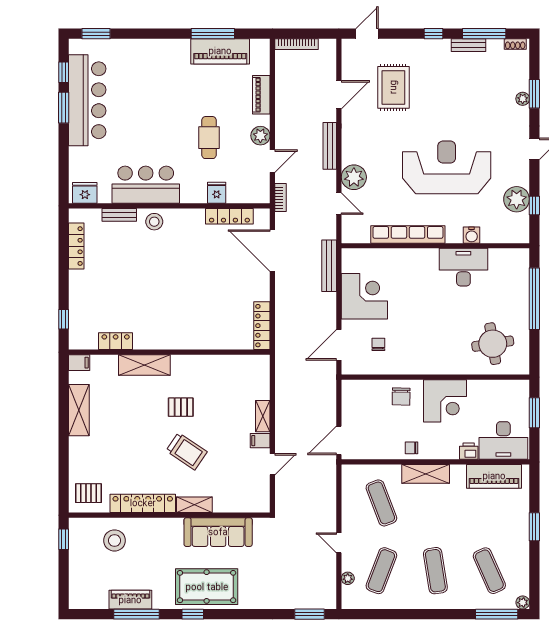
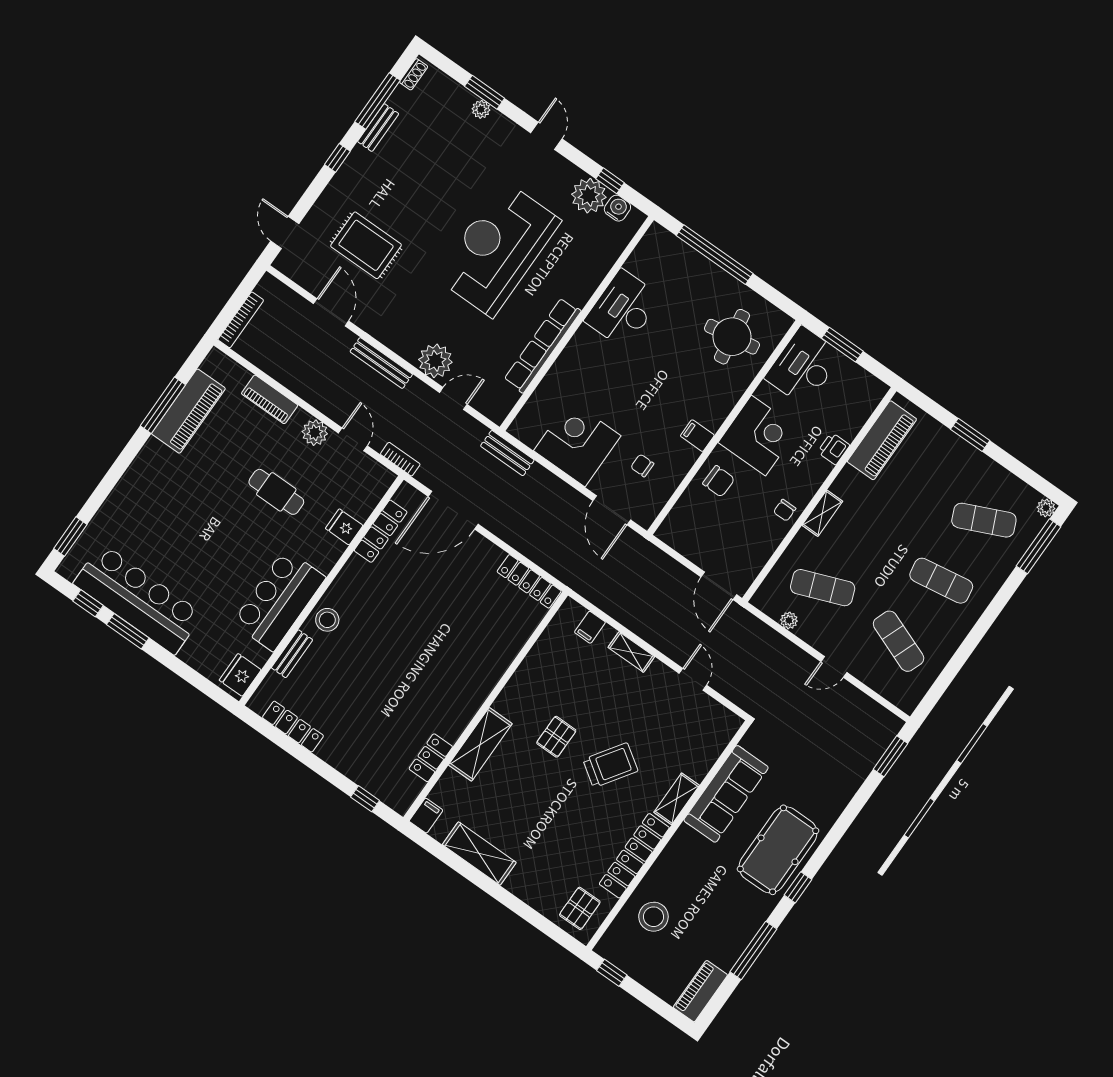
water cooler: (472, 235) -> (617, 208), moved, turned -90
bench: (329, 266) -> (507, 453), width x0.73
filing cabinet: (419, 365) -> (697, 436), added
desk: (503, 440) -> (804, 366), moved, turned 180
filing cabinet: (260, 441) -> (590, 627), moved
shelving: (426, 474) -> (822, 513), width x0.67, depth x0.75
plant: (348, 578) -> (789, 620), moved
piano: (130, 600) -> (700, 991), moved

